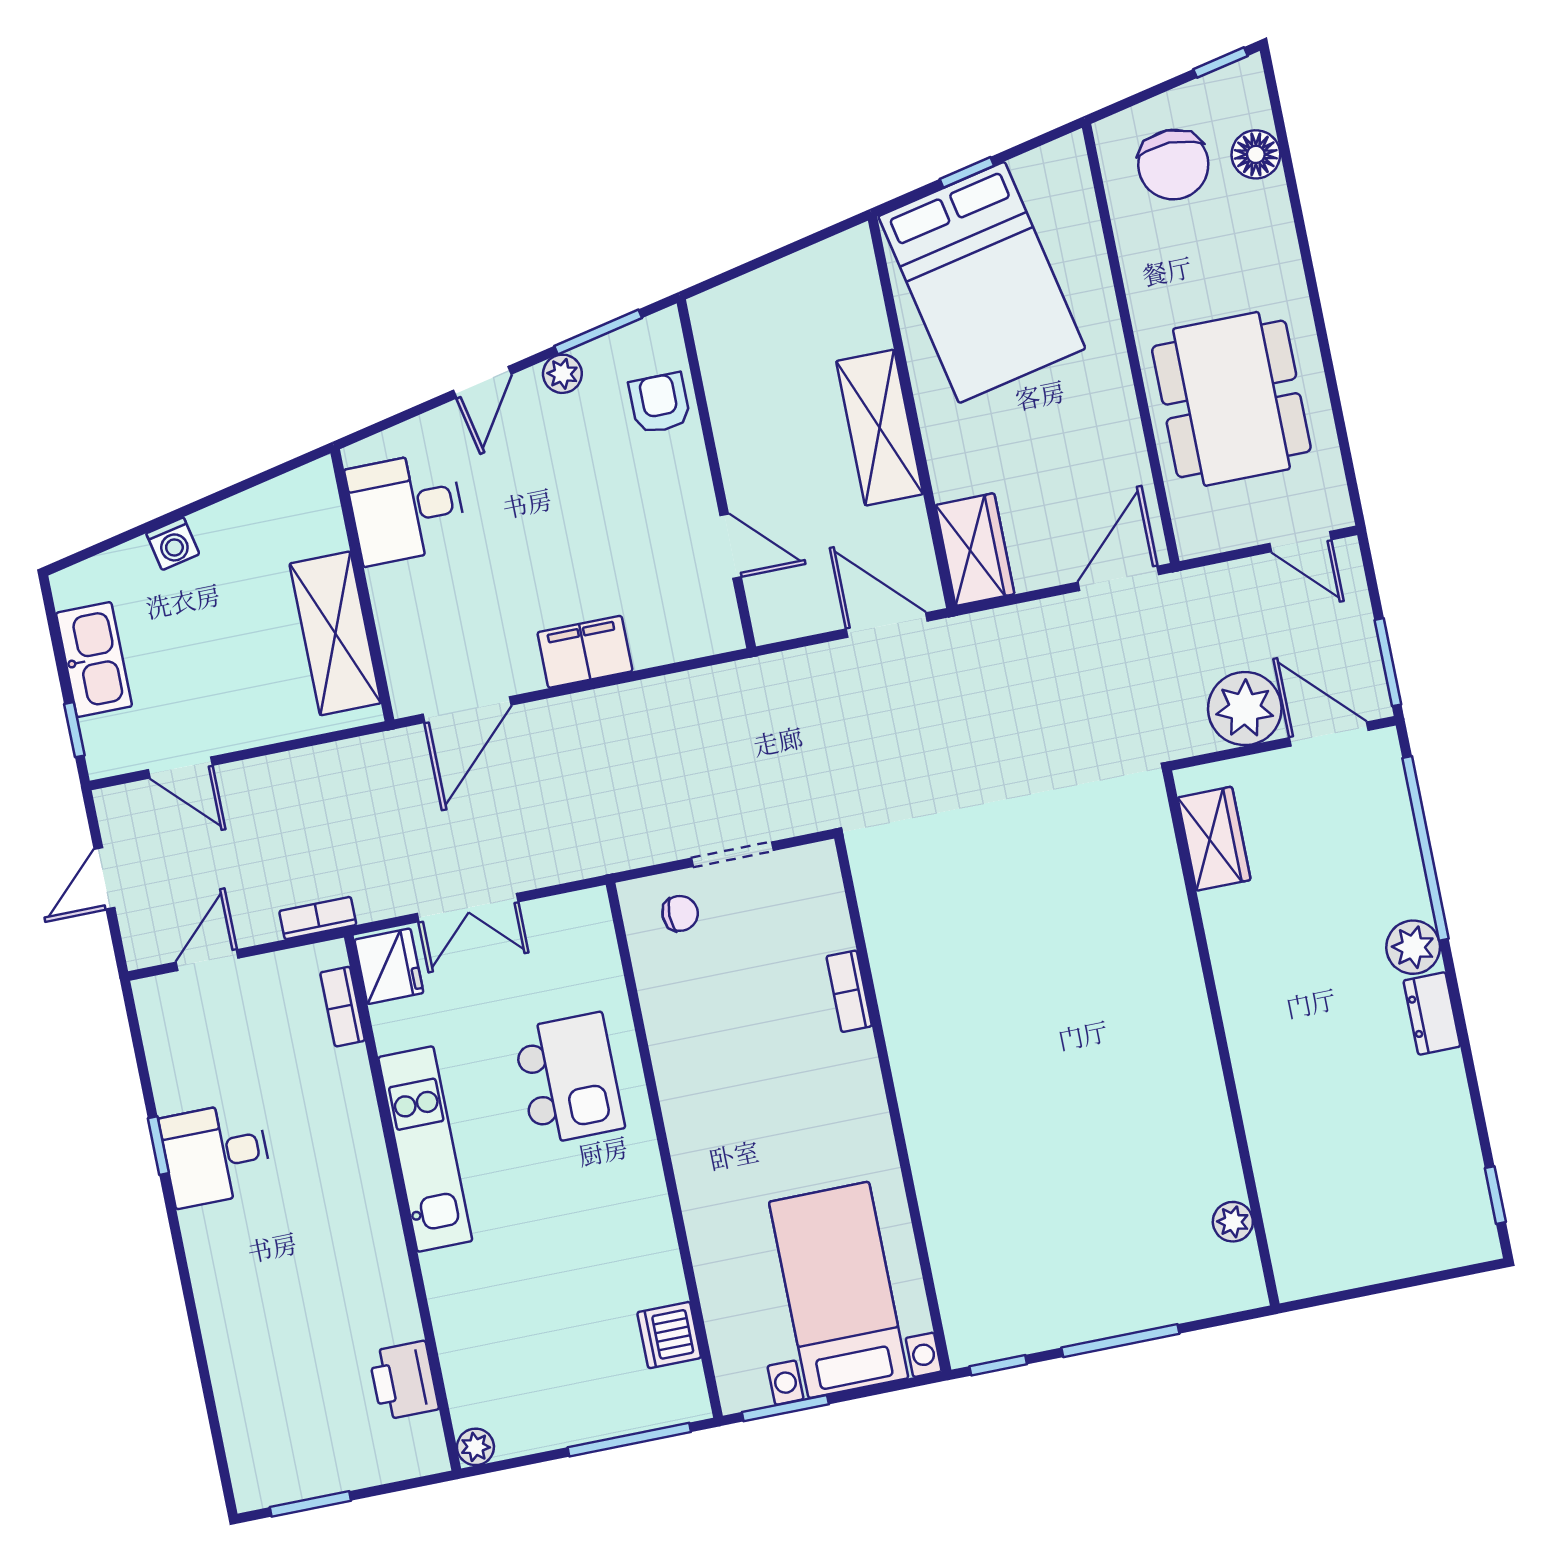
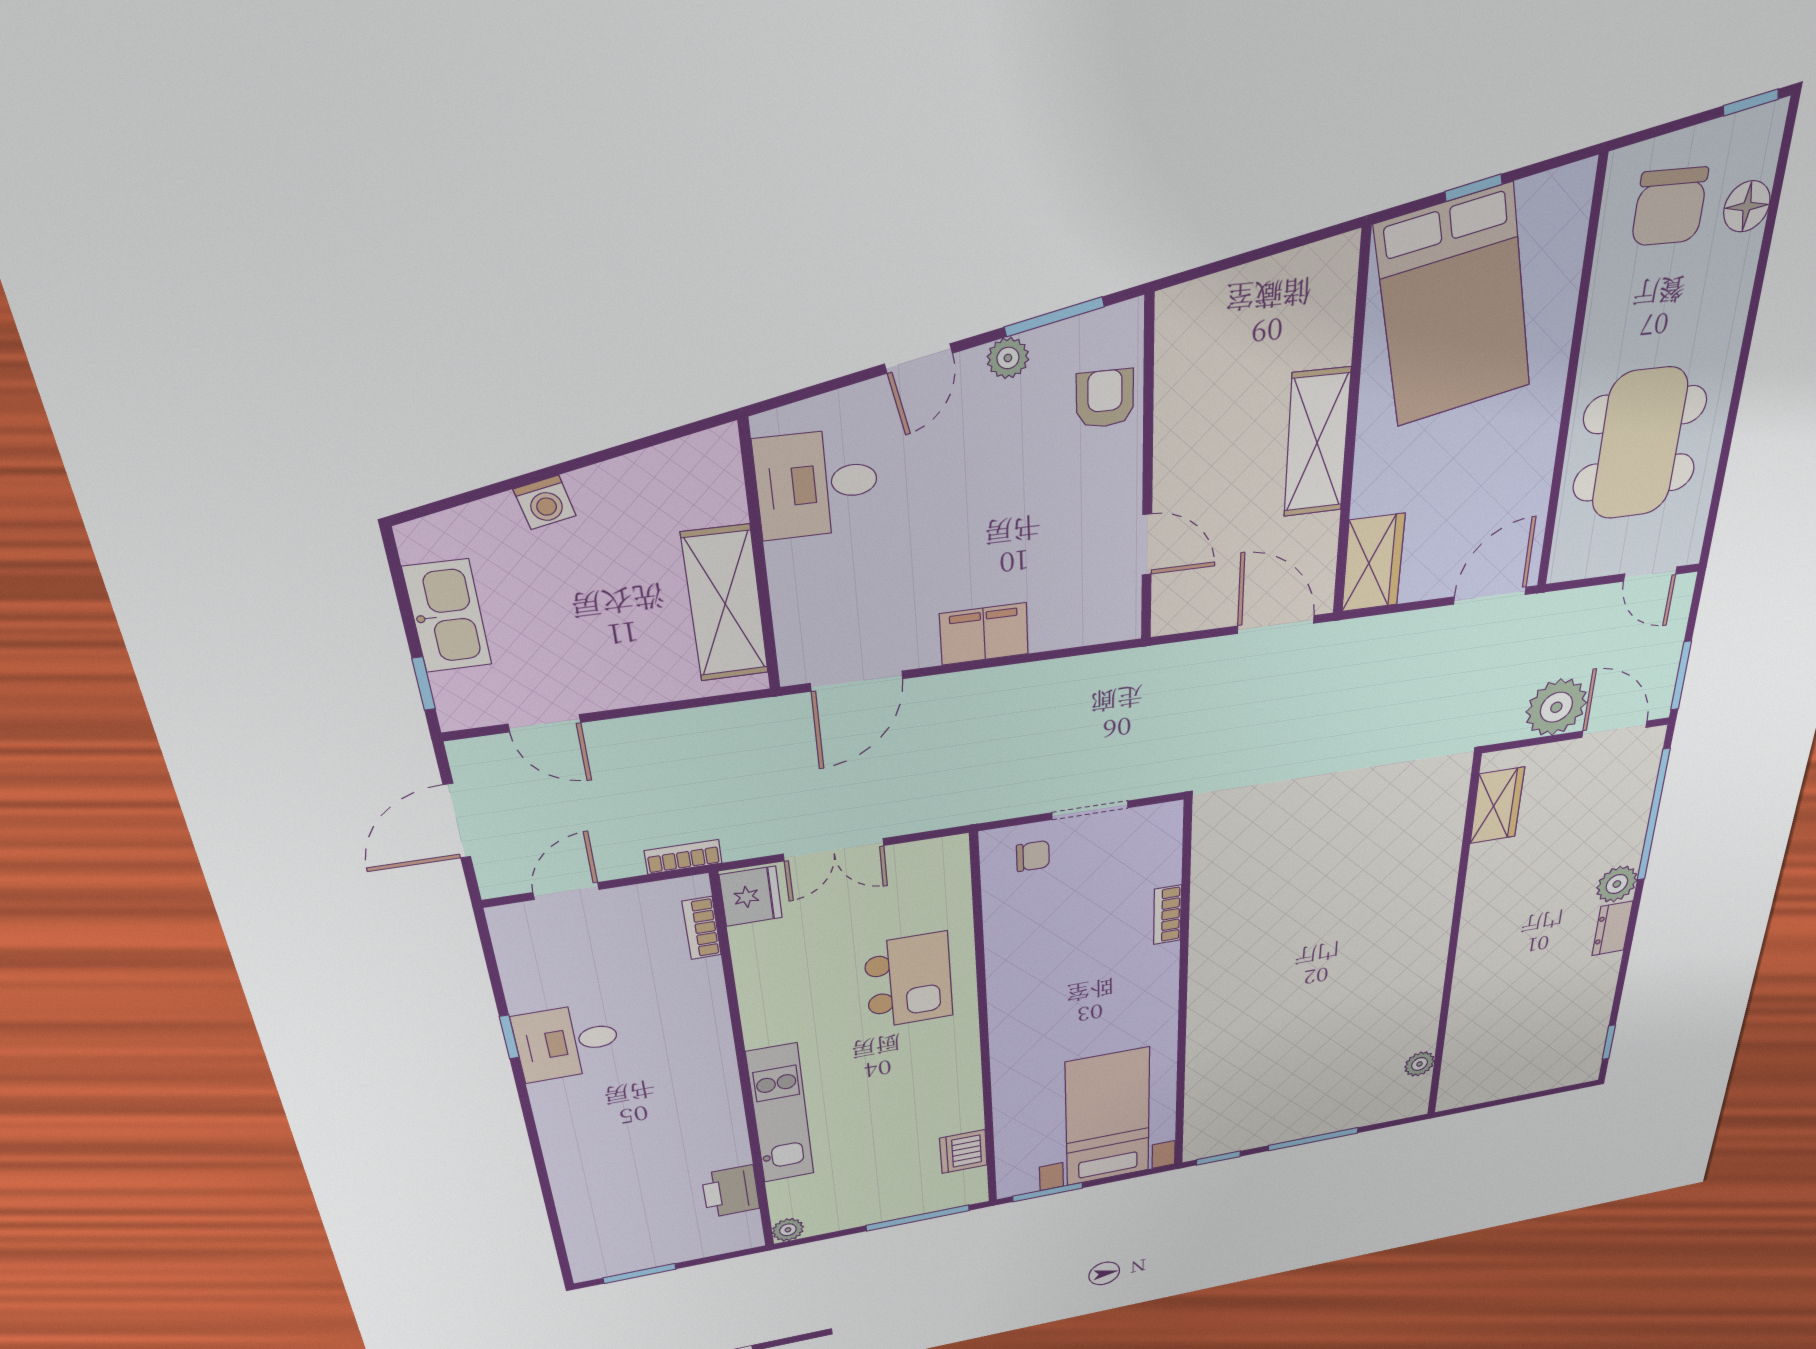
door: (104, 878) -> (457, 821), width x1.38
kitchen unit: (425, 1149) -> (780, 1114), moved

